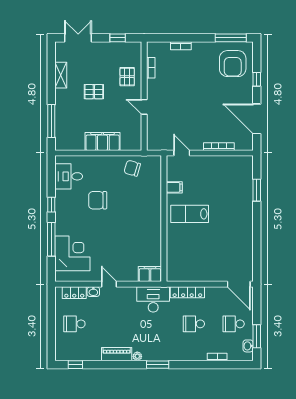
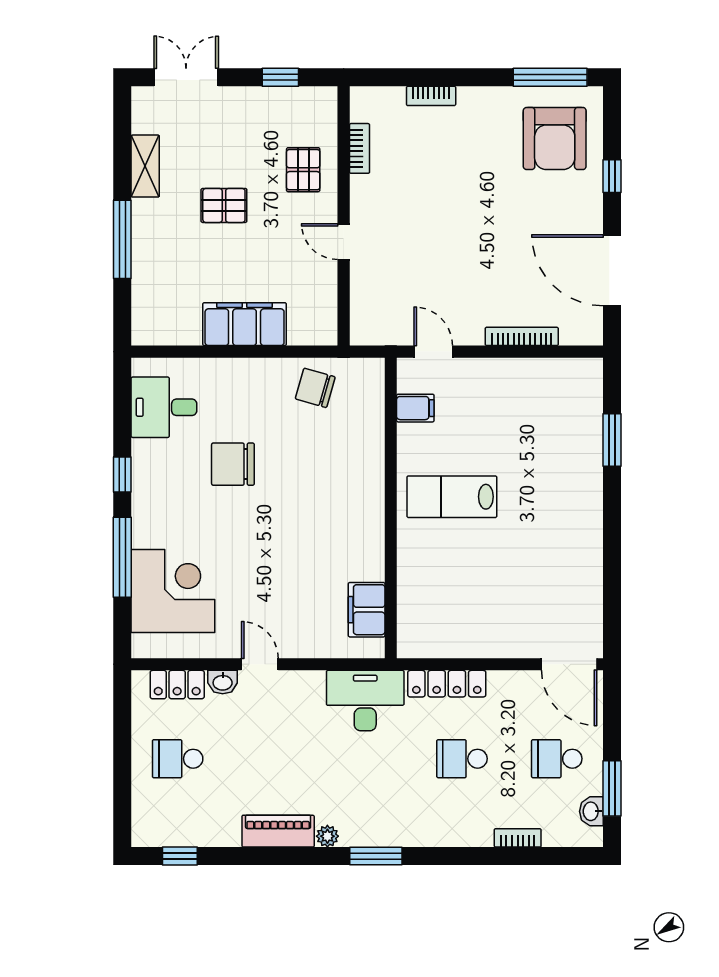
window: (51, 121) -> (122, 239), moved
filing cabinet: (174, 187) -> (415, 408), moved
filing cabinet: (150, 274) -> (367, 610), moved, turned -90

